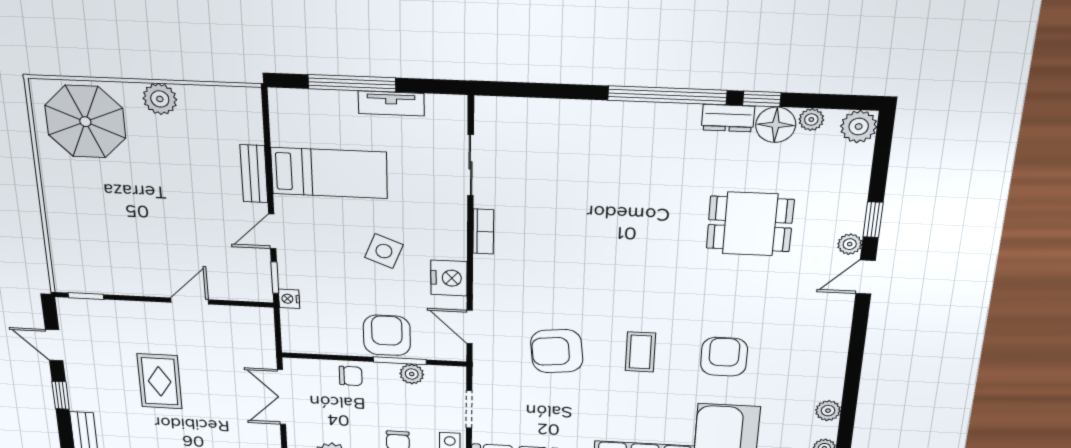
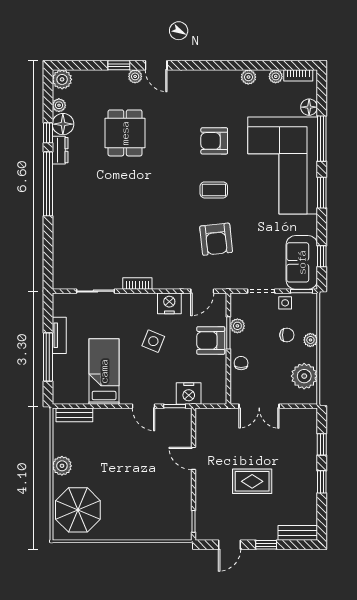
bench: (254, 174) -> (74, 415), moved
nightstand: (289, 299) -> (189, 393), width x1.89, depth x1.79

